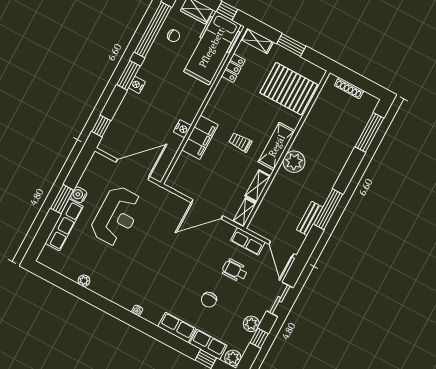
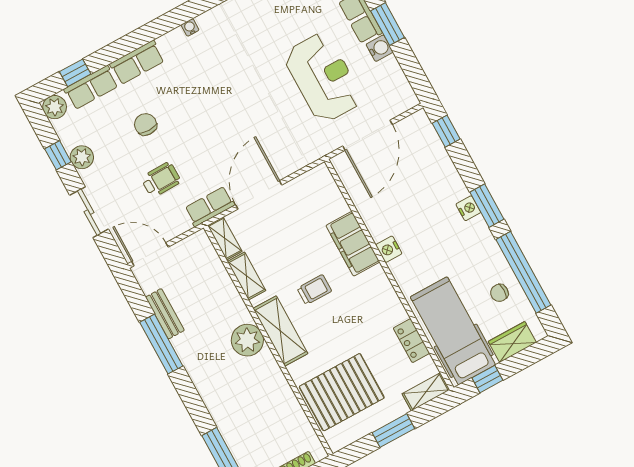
nightstand: (182, 129) -> (389, 249), moved
reception desk: (116, 216) -> (323, 78), turned 180
row of seats: (248, 241) -> (210, 207), moved

